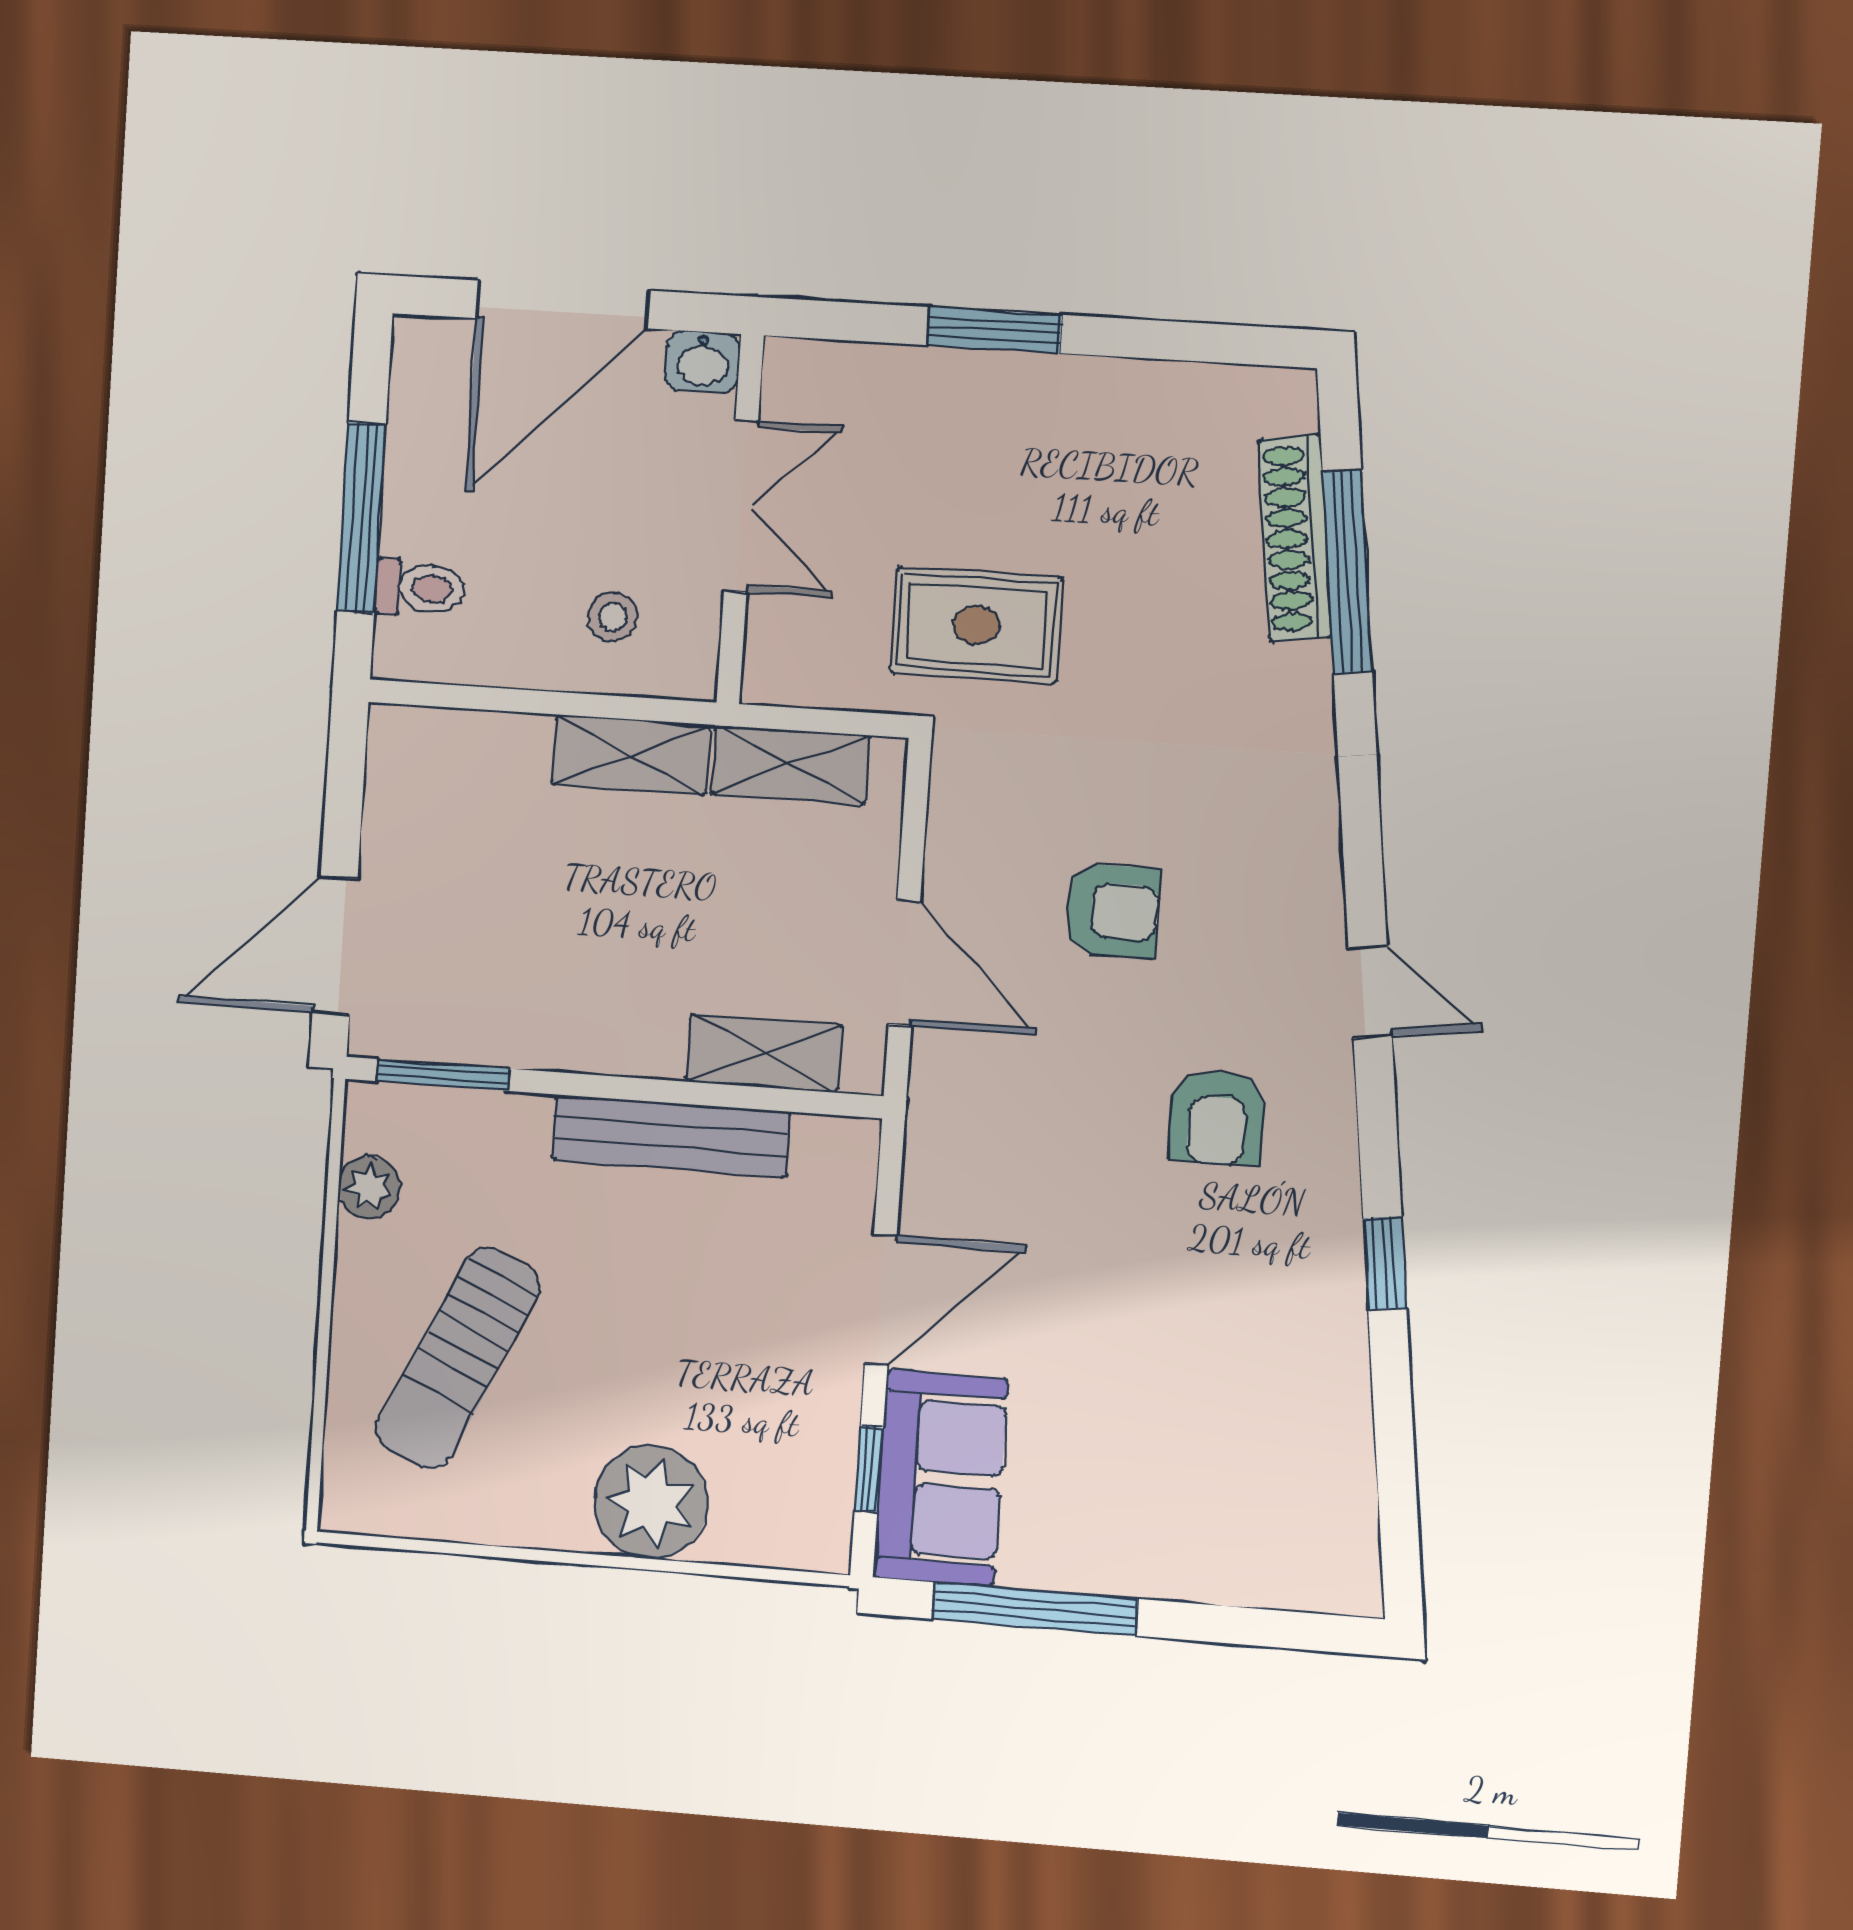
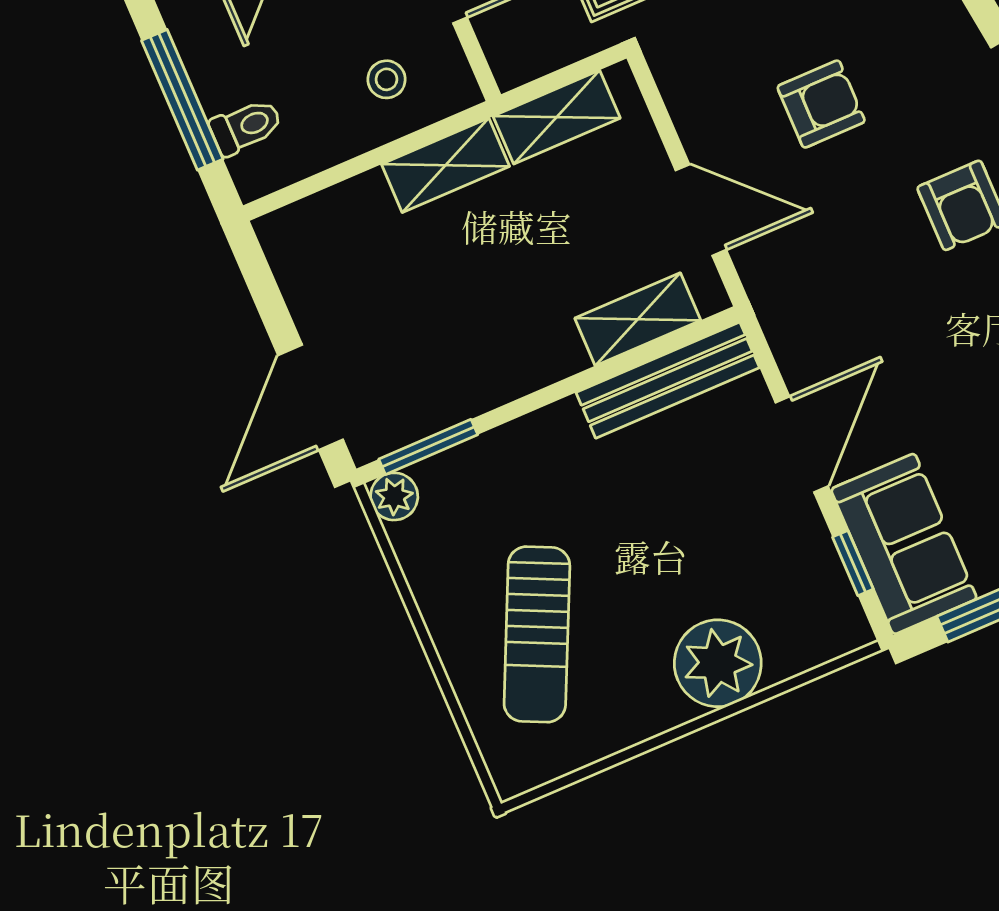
bench: (671, 1136) -> (668, 380), moved
plant: (369, 1187) -> (394, 496), moved

